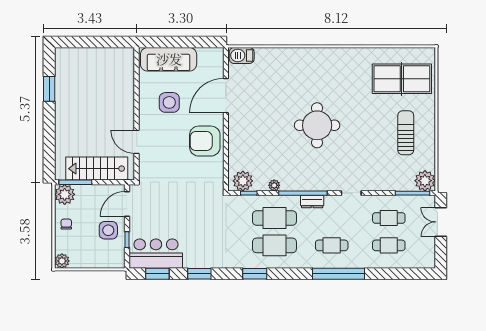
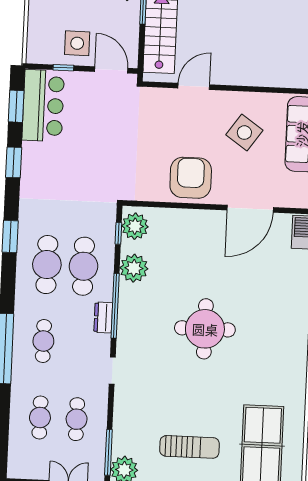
door: (226, 96) -> (250, 209), swing flipped
side table: (169, 102) -> (244, 133), turned 35
plant: (274, 185) -> (134, 268), width x1.88, depth x1.88

